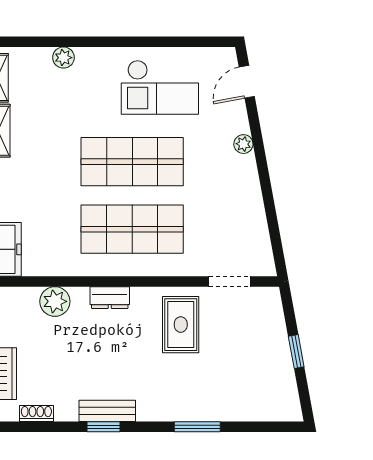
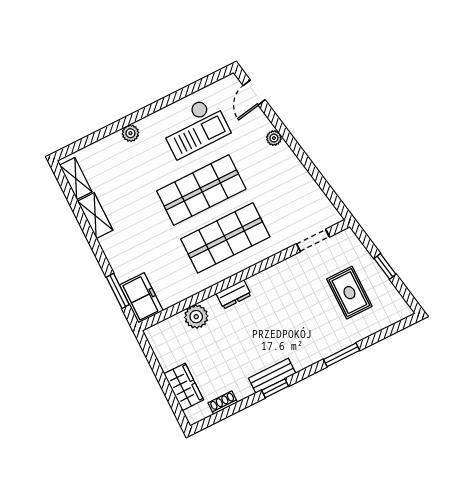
plant: (63, 58) -> (130, 133), moved
rug: (181, 325) -> (349, 293), moved

